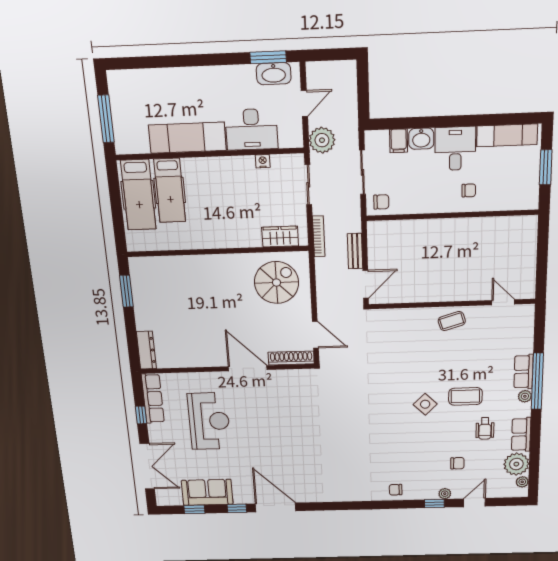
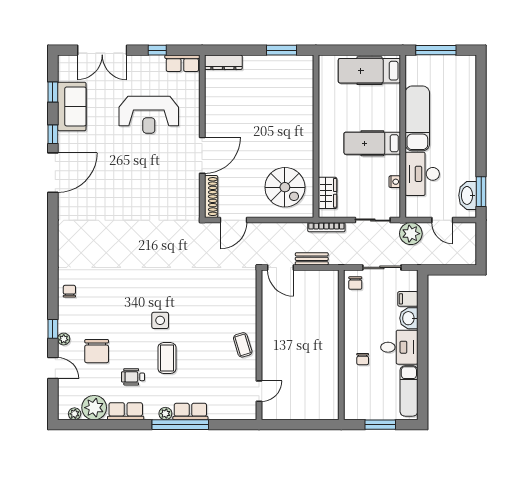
hospital bed: (170, 190) -> (372, 143), moved
row of seats: (153, 399) -> (182, 63), width x0.68
side table: (425, 404) -> (160, 320), turned 45
chair: (457, 463) -> (97, 351), width x1.87, depth x1.87

